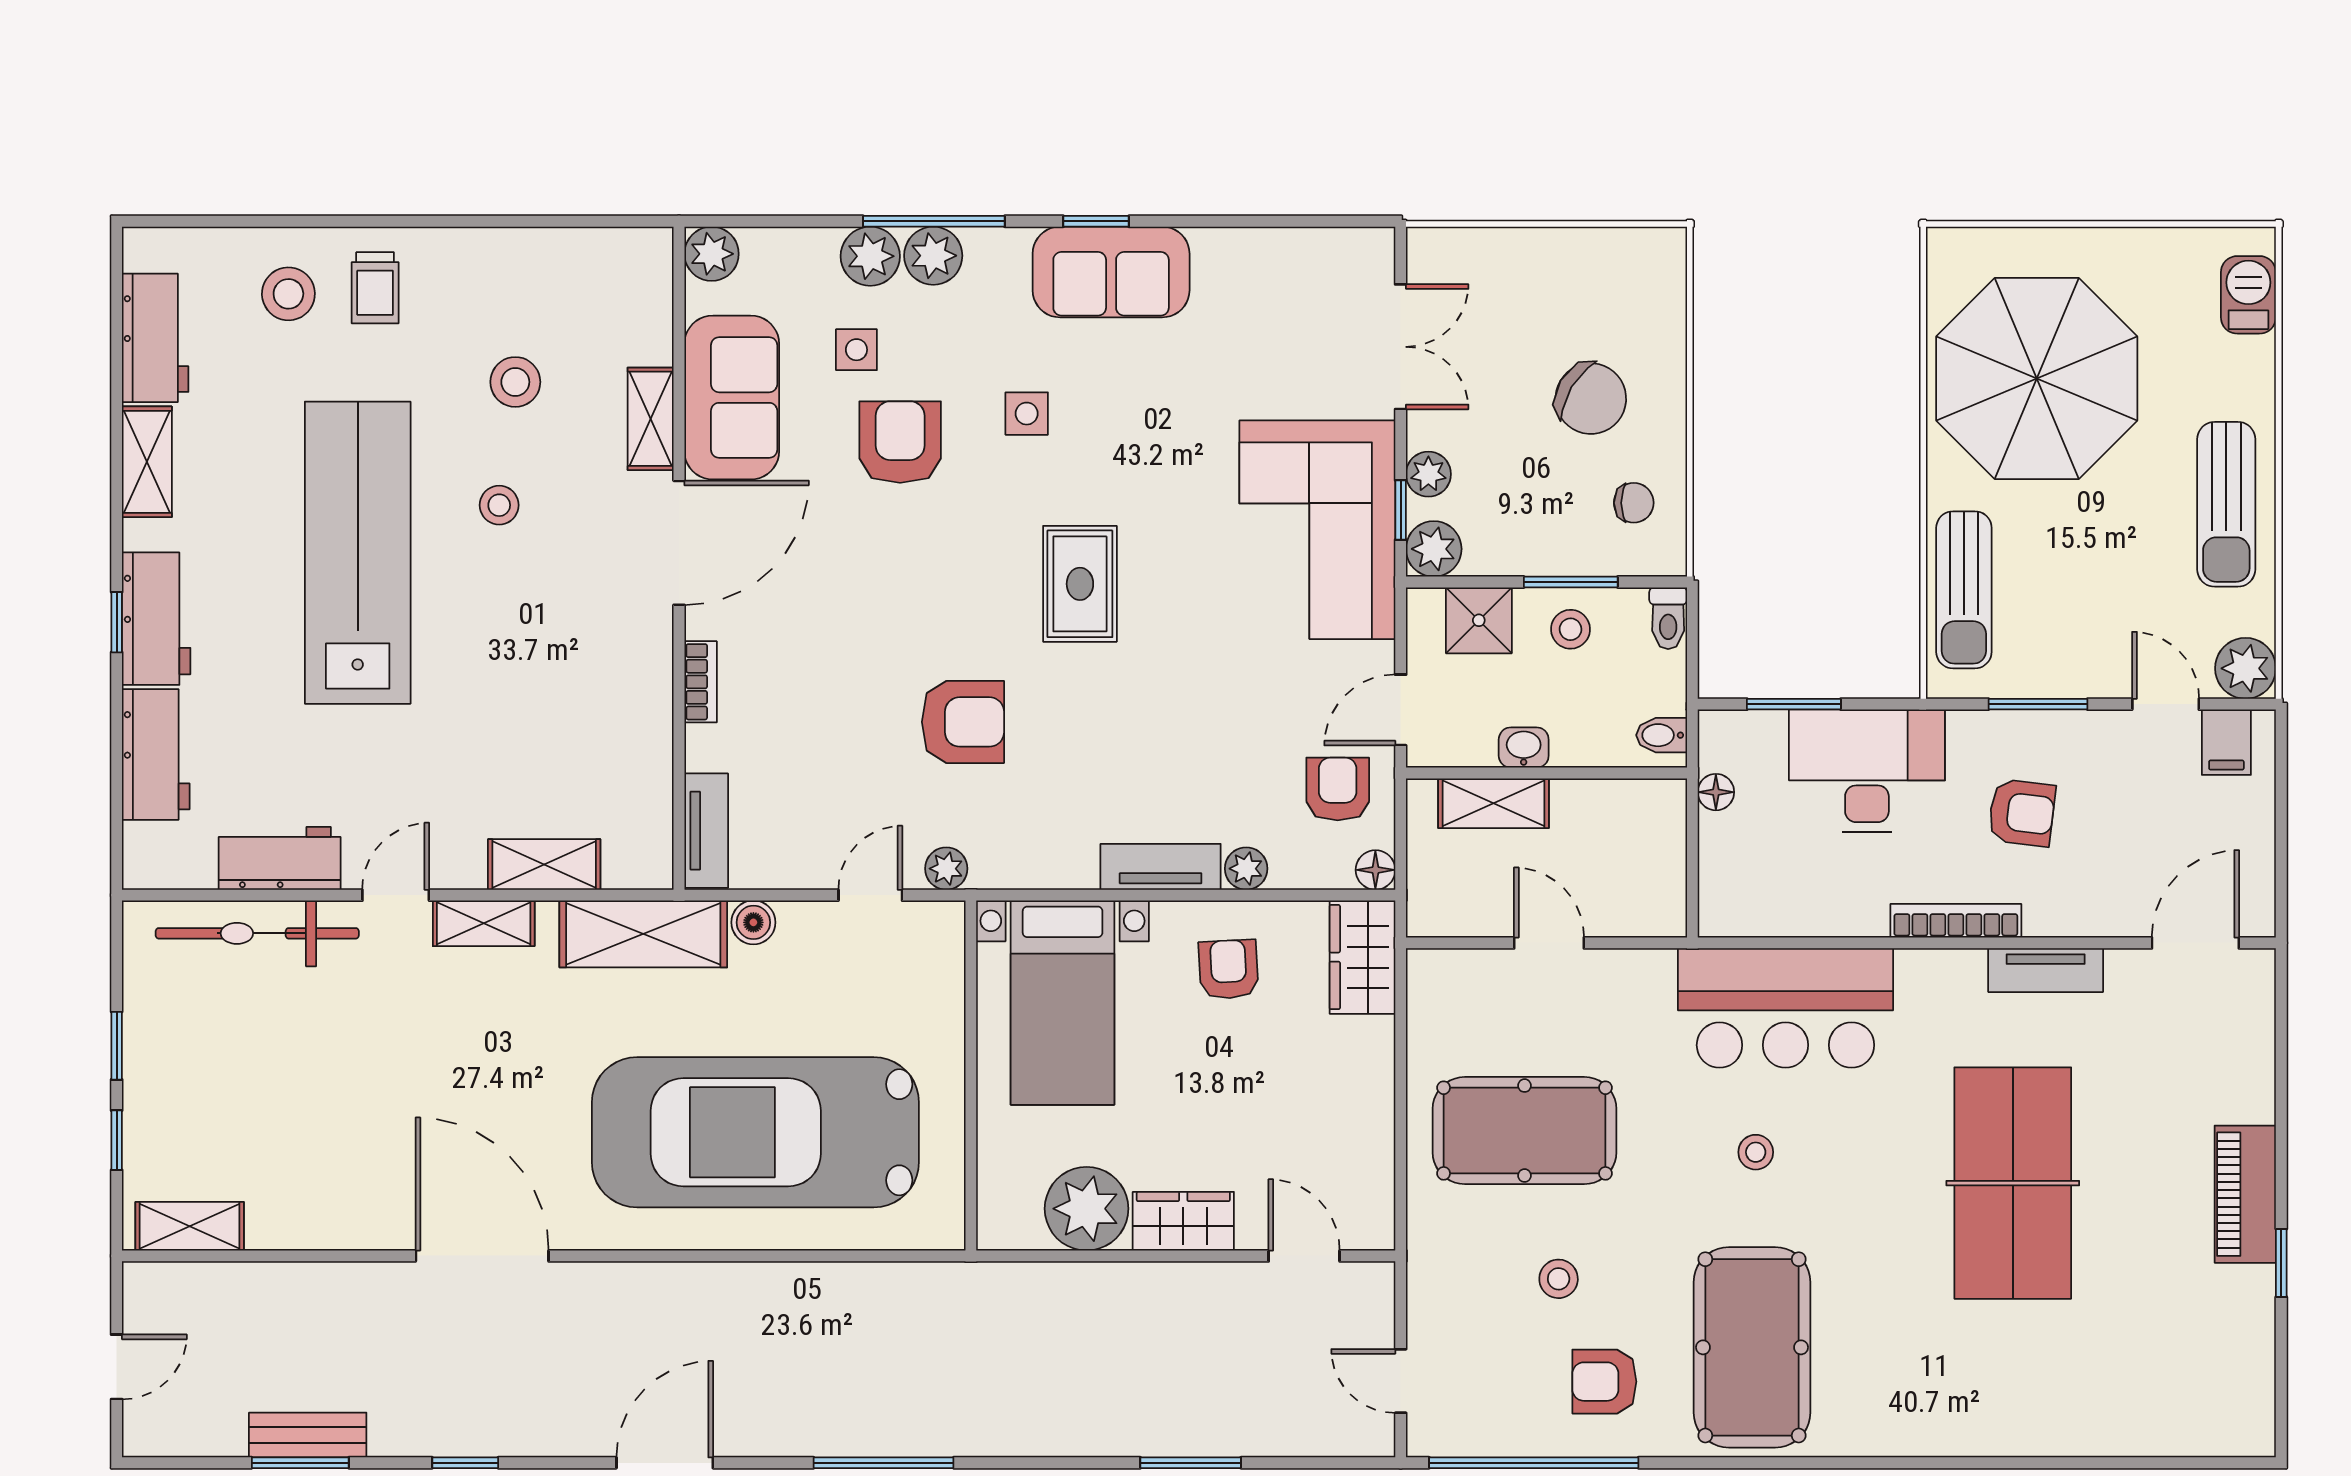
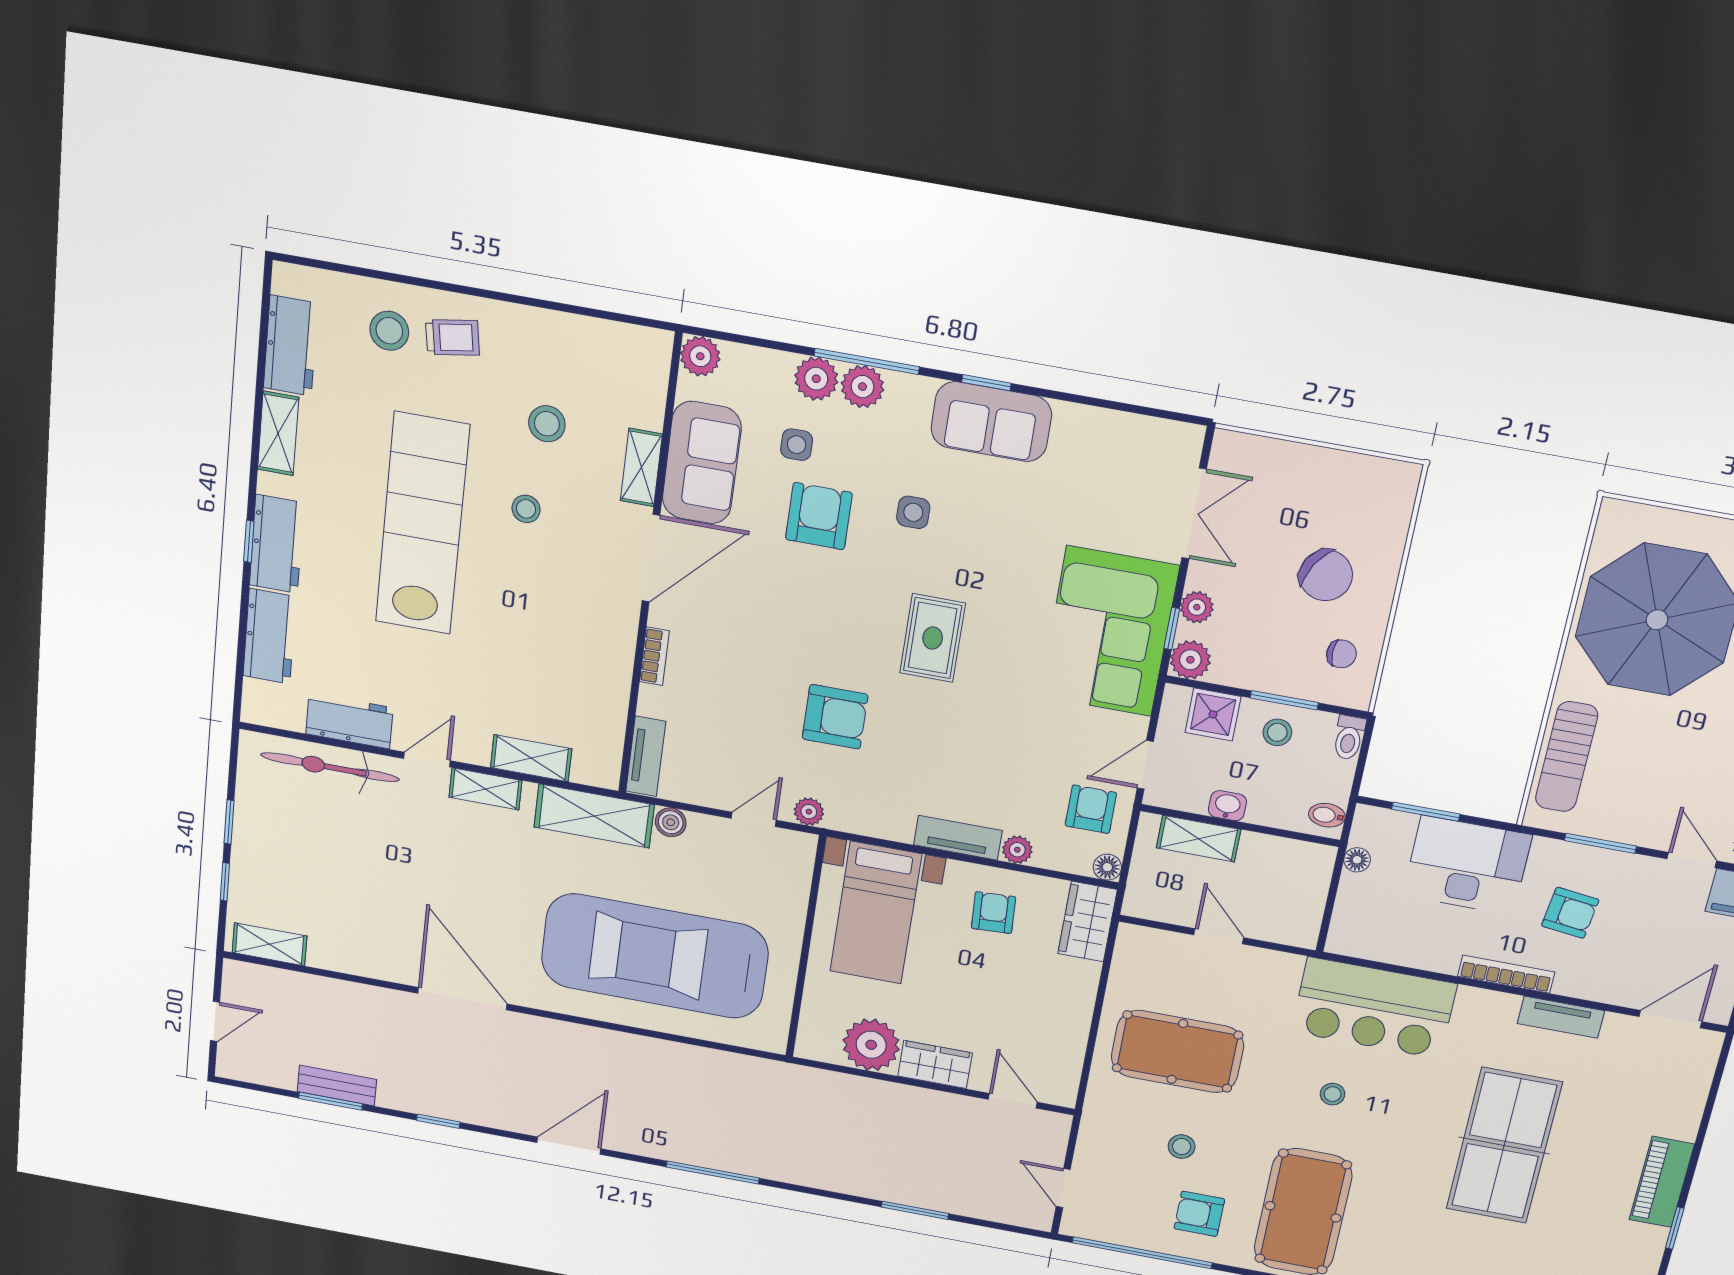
trolley: (375, 288) -> (452, 337), turned -99

